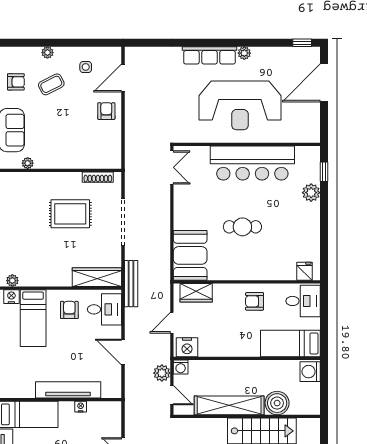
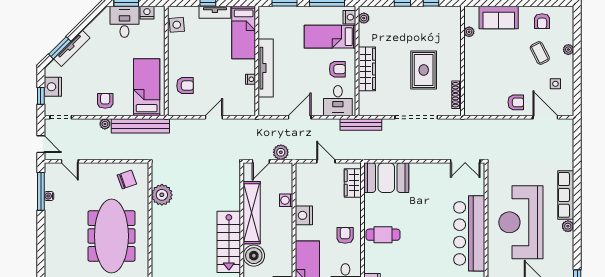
cafe table: (242, 227) -> (383, 235), moved, turned 90
wardrobe: (97, 277) -> (367, 69), moved
nightstand: (187, 347) -> (304, 215), moved
washing machine: (181, 367) -> (286, 200), moved

